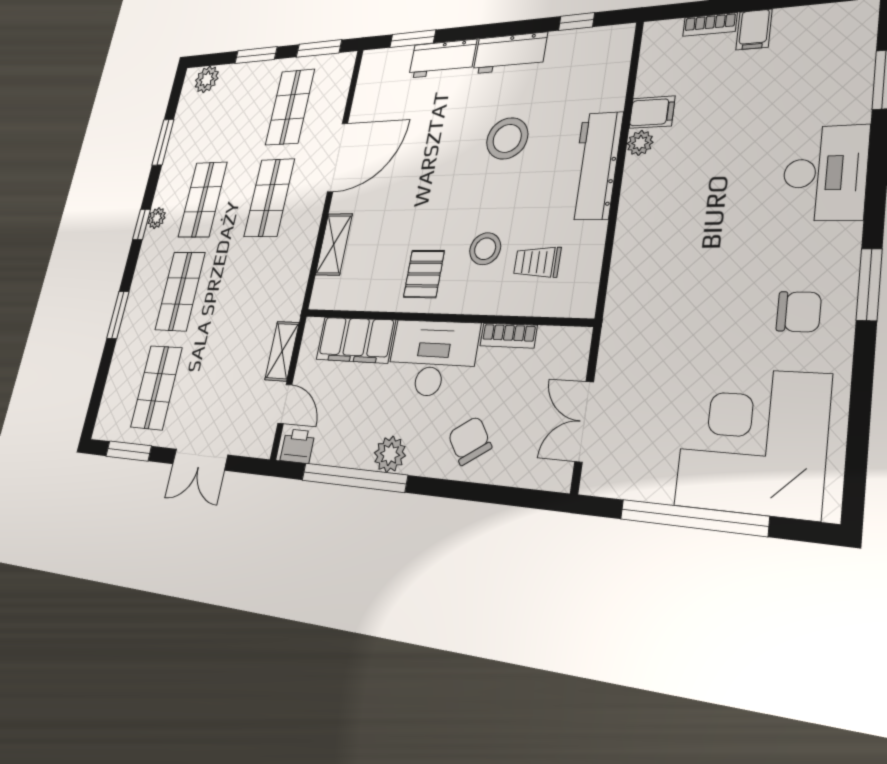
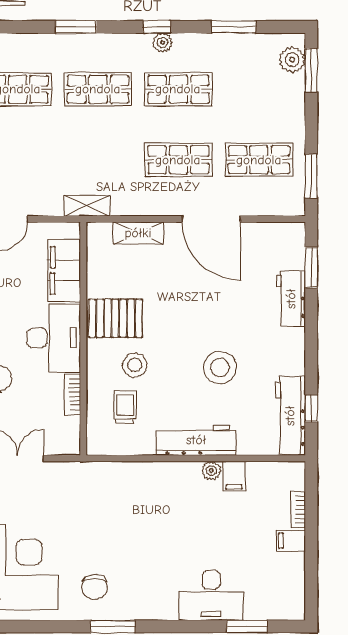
workbench: (510, 53) -> (290, 416), moved, width x1.38
window: (256, 55) -> (311, 70), moved
desk: (825, 173) -> (211, 595), moved
pallet: (424, 274) -> (115, 318), width x1.50, depth x1.42
shelving: (282, 351) -> (87, 206), moved

